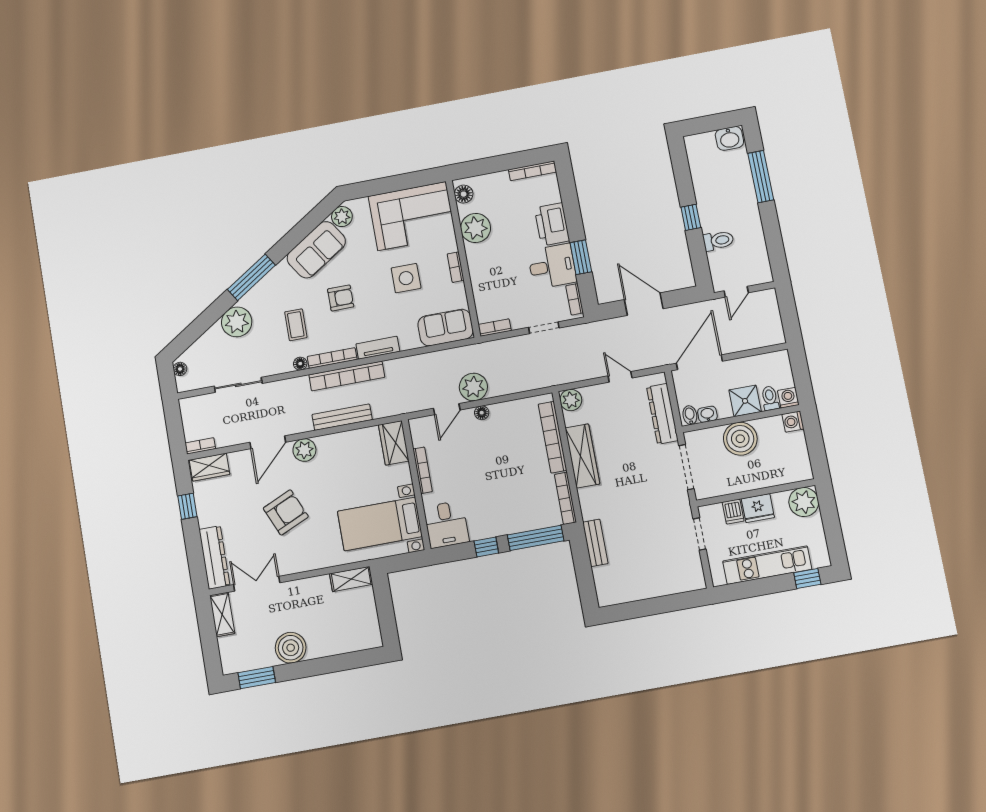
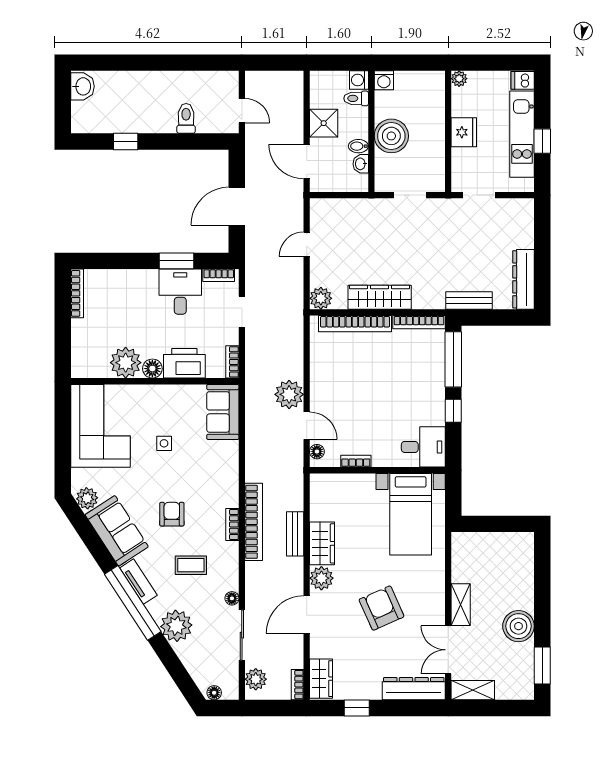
window: (761, 177) -> (128, 63), removed
floor lamp: (464, 194) -> (152, 369), moved
window: (691, 217) -> (126, 142), moved
printer: (552, 224) -> (184, 363), moved, turned 180
bookcase: (456, 267) -> (162, 390), removed
window: (251, 277) -> (133, 603), width x1.46
side table: (406, 278) -> (164, 443), width x0.54, depth x0.54
tv unit: (378, 348) -> (138, 582), moved, turned 147
bookcase: (332, 358) -> (232, 525), width x0.64
door: (699, 362) -> (307, 162), width x0.73
floor lamp: (300, 364) -> (232, 598), moved
shower: (745, 401) -> (324, 123), moved
plant: (199, 406) -> (256, 679), added
floor lamp: (482, 413) -> (317, 452), moved
dresser: (662, 414) -> (523, 279), moved, turned 90
bidet: (690, 415) -> (358, 146), moved
bench: (342, 417) -> (295, 534), width x0.73
door: (268, 442) -> (307, 615), swing flipped
wardrobe: (394, 443) -> (322, 543), moved, turned -90
doorway: (686, 467) -> (410, 195), width x0.73
bookcase: (423, 470) -> (356, 461), width x0.64
plant: (804, 502) -> (459, 79), width x0.53, depth x0.53
dishwasher: (733, 512) -> (523, 80), moved, turned 180
window: (807, 578) -> (542, 141), moved
shelving: (351, 579) -> (461, 605), moved

